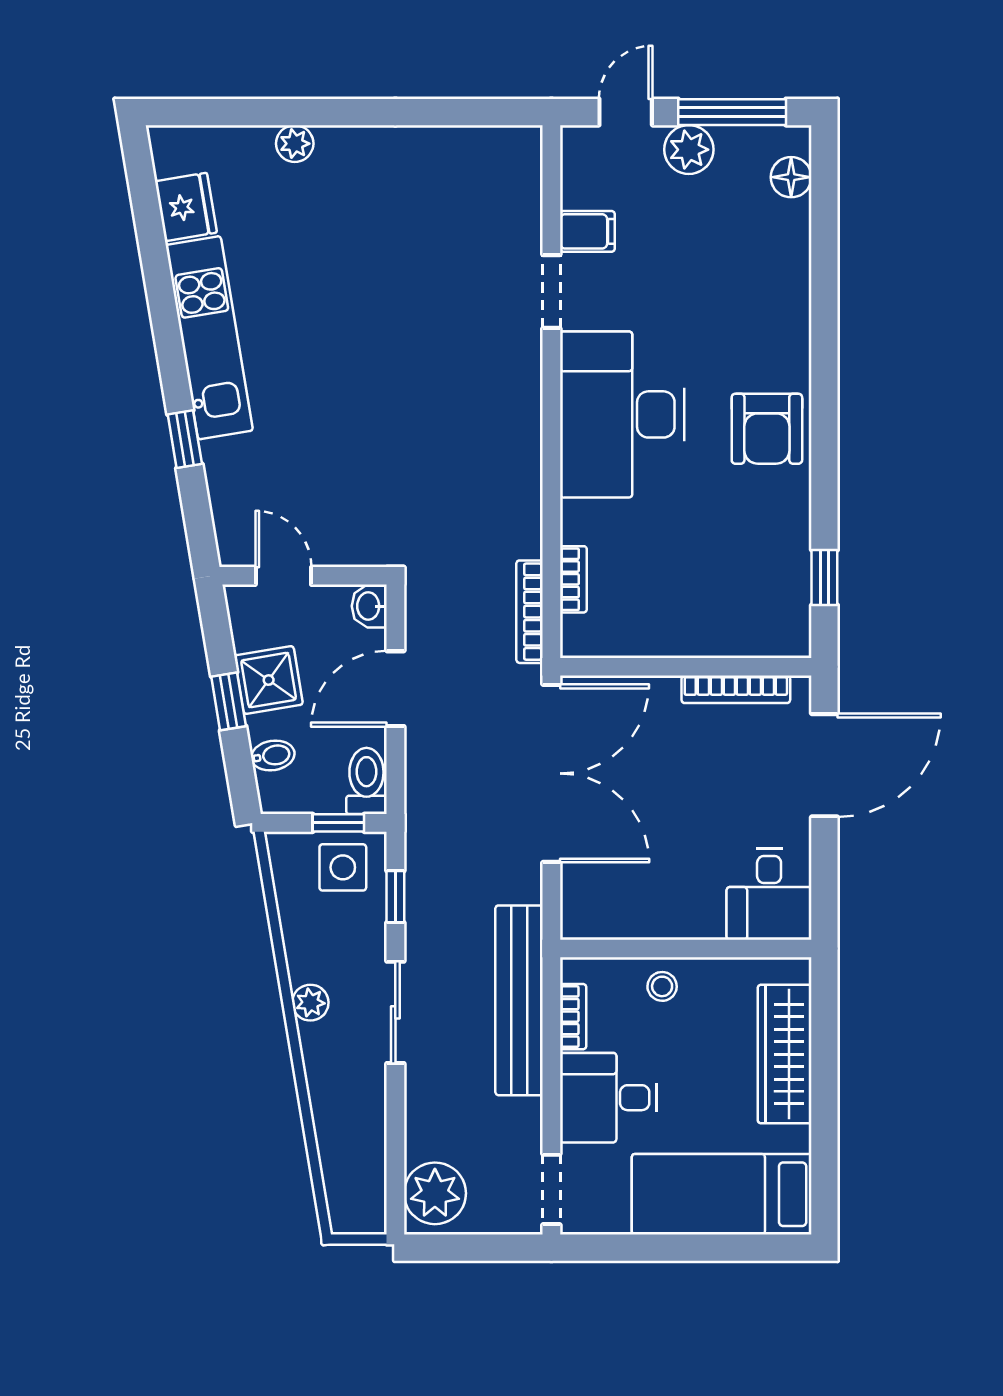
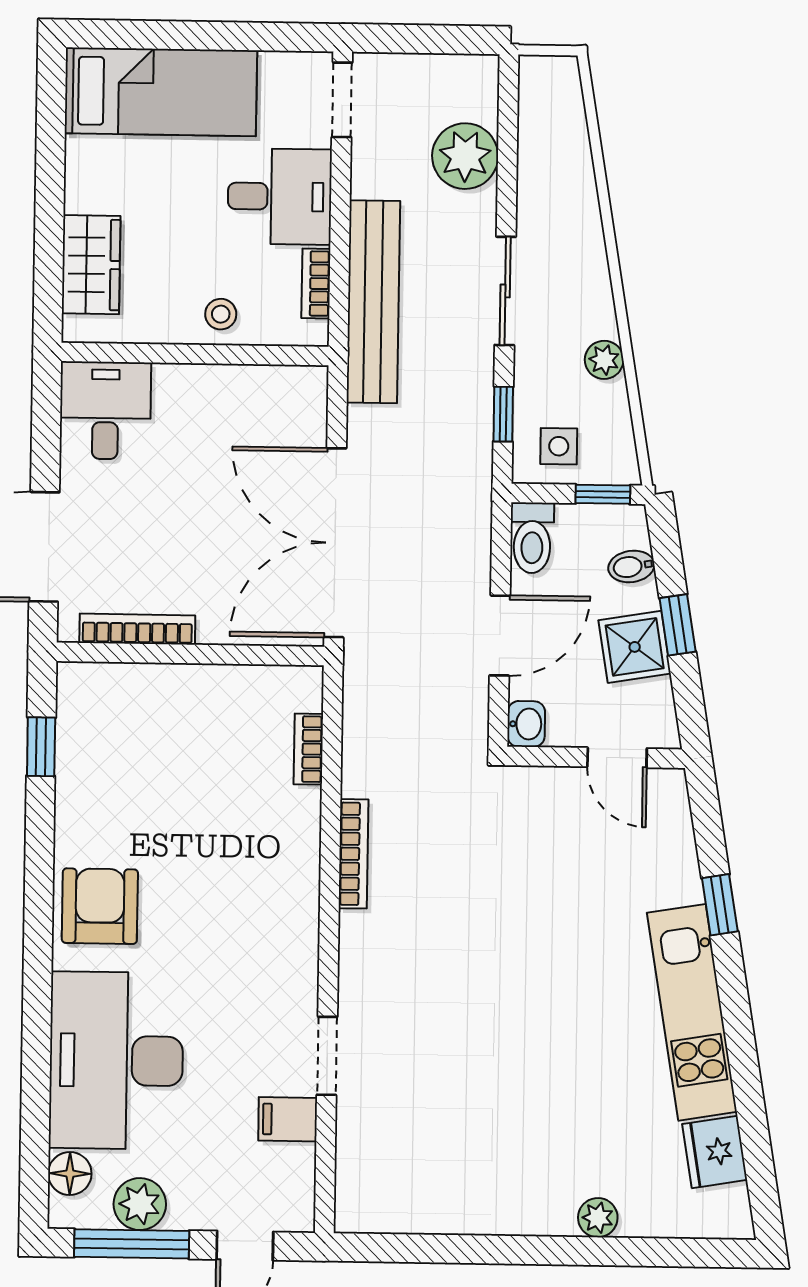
plant: (689, 150) -> (140, 1204), moved
desk: (622, 414) -> (116, 1061), moved, turned 180
bookcase: (530, 612) -> (353, 854), moved
window: (338, 823) -> (603, 494), moved
side table: (343, 867) -> (559, 446), width x0.73, depth x0.73
plant: (310, 1003) -> (604, 360), moved
wardrobe: (785, 1054) -> (91, 265), width x0.67
plant: (435, 1193) -> (465, 156), moved

